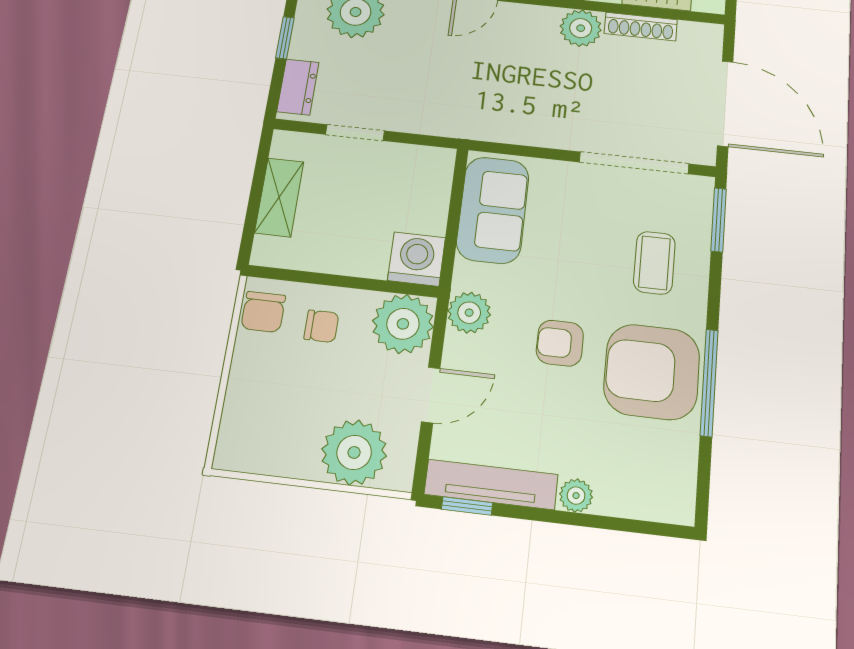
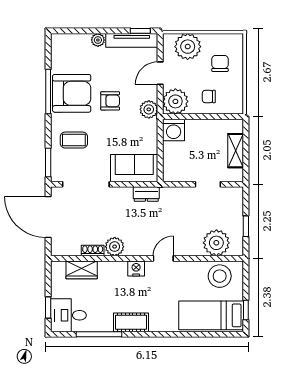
shoe rack: (641, 27) -> (93, 250), width x0.70
dresser: (298, 87) -> (146, 194), moved, turned -90
sofa: (493, 210) -> (134, 168), moved, turned 90
coffee table: (654, 263) -> (74, 140), turned 90
chair: (263, 312) -> (220, 63), moved

